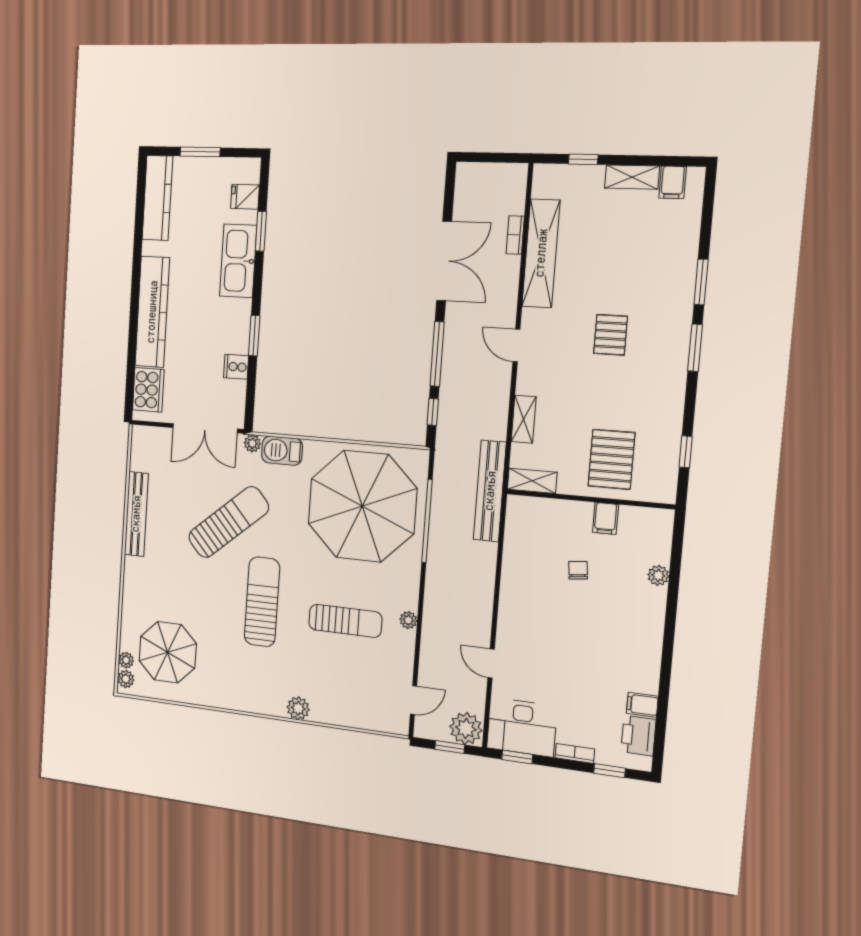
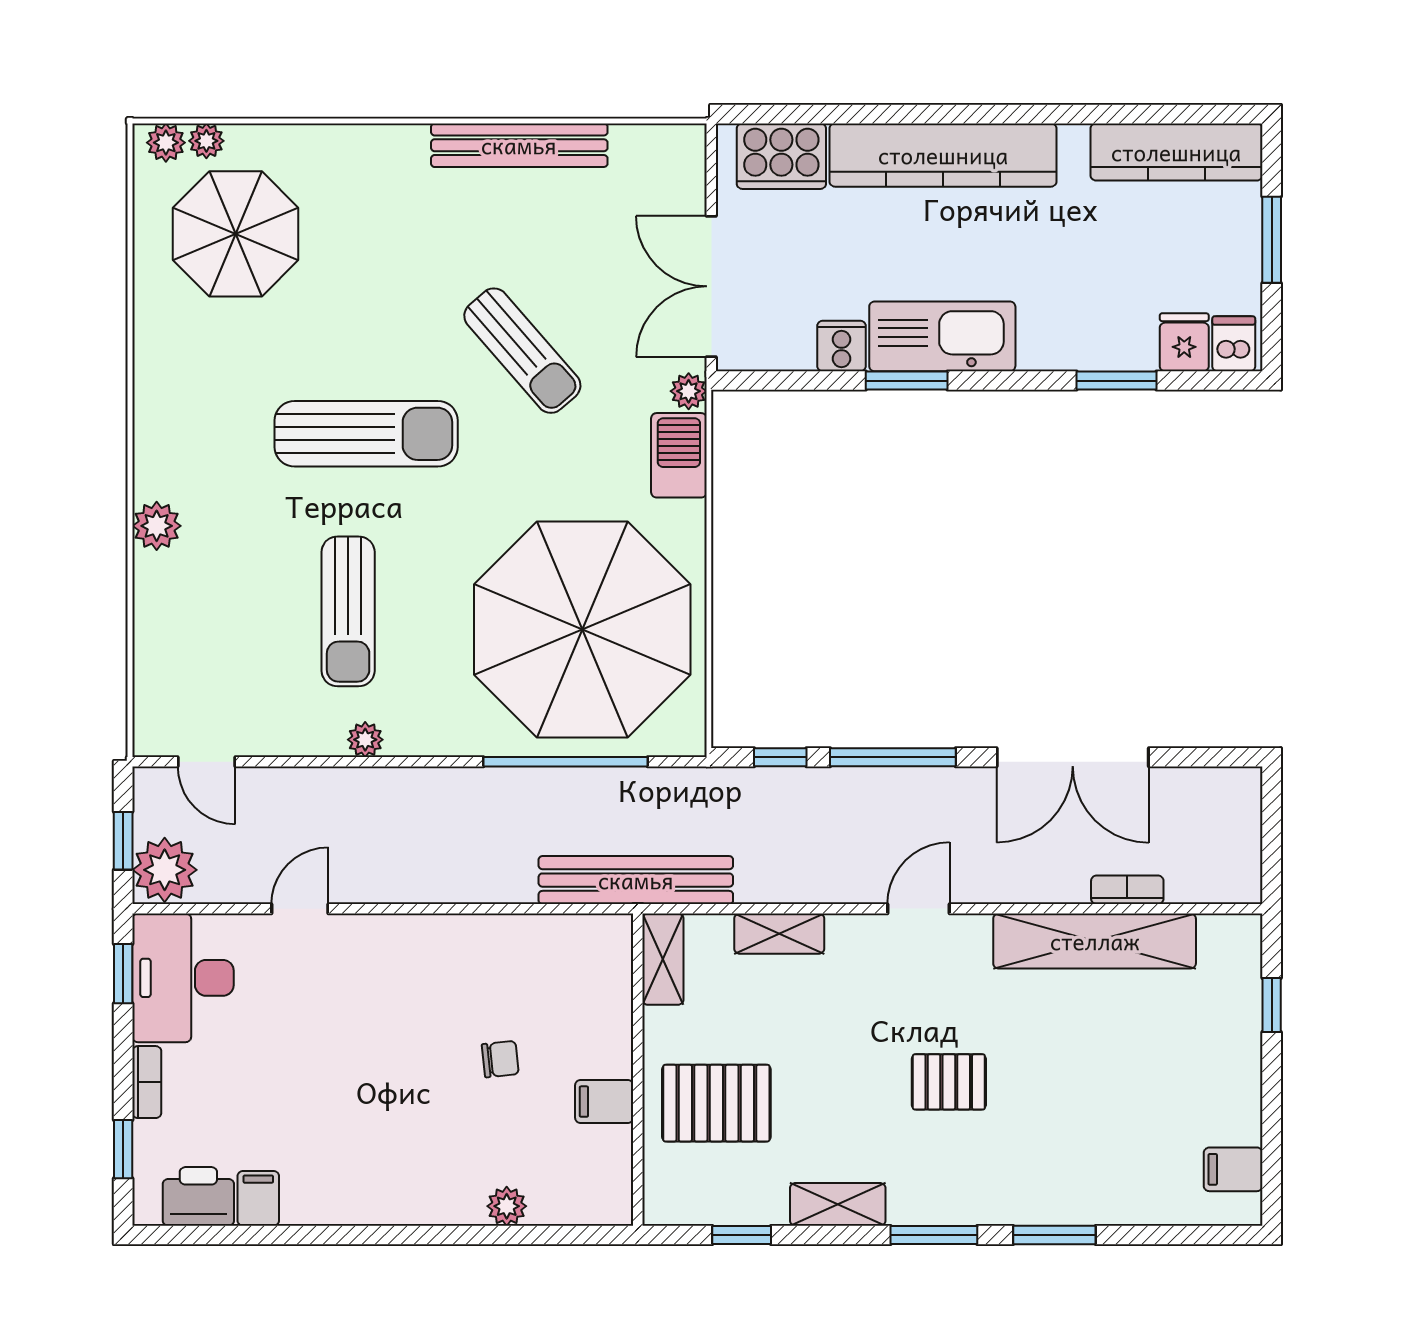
dishwasher: (247, 172) -> (1234, 344), added
shelving: (632, 177) -> (838, 1204), moved, turned 90
kitchen sink: (238, 261) -> (942, 336), moved
sun lounger: (228, 522) -> (522, 351), width x0.73, depth x0.75

